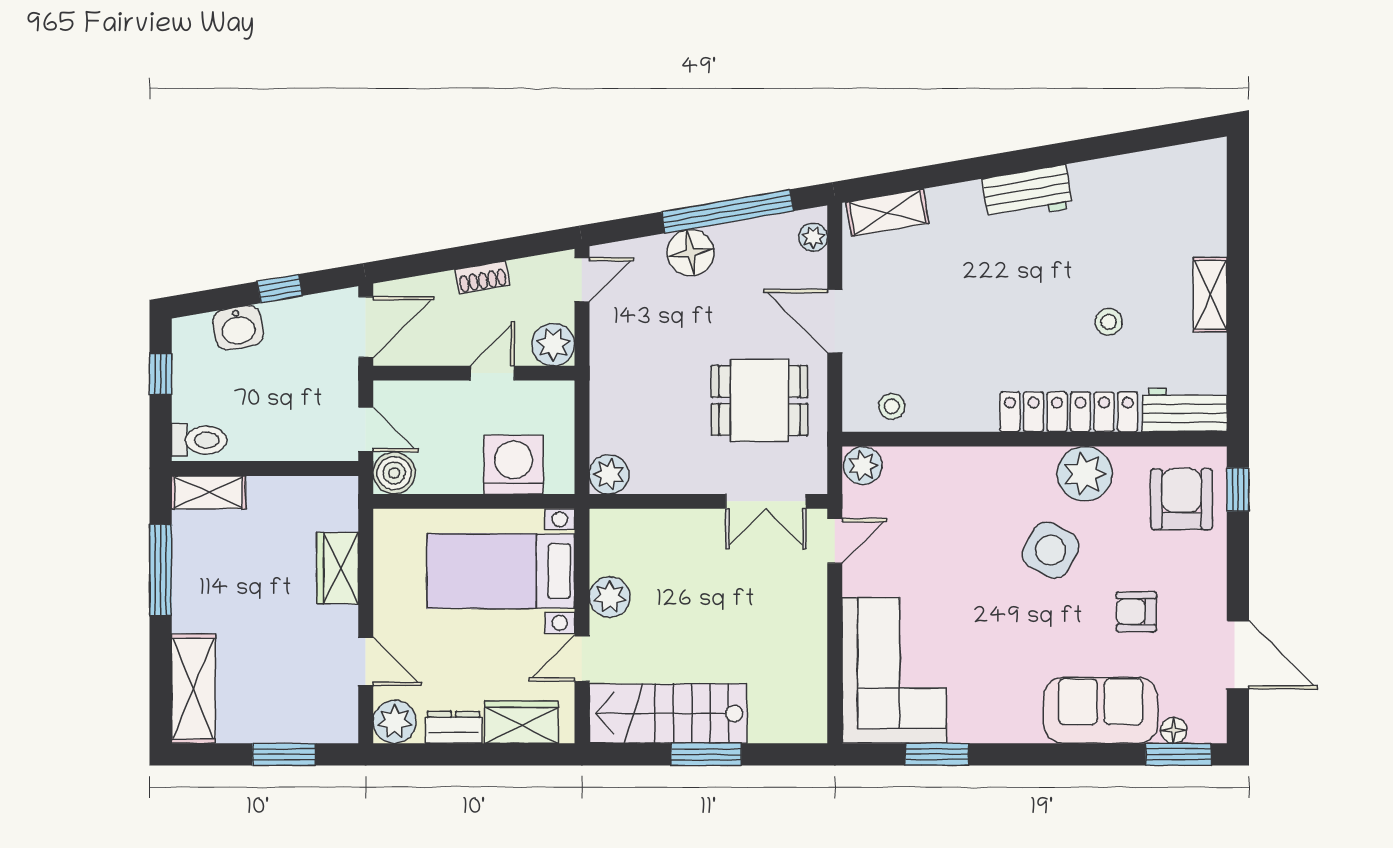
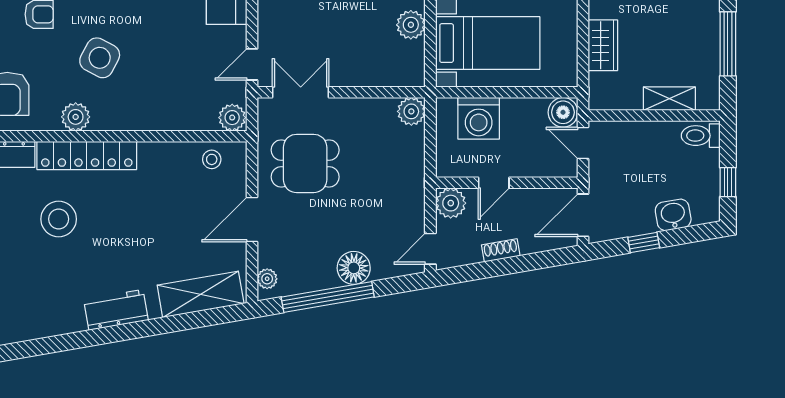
shelving: (887, 213) -> (201, 294), width x1.50, depth x1.33
door: (835, 321) -> (252, 220), swing flipped
stool: (1109, 322) -> (59, 219), width x1.89, depth x1.89
plant: (1085, 474) -> (76, 117), width x0.73, depth x0.73
shelving: (208, 492) -> (669, 99), moved

